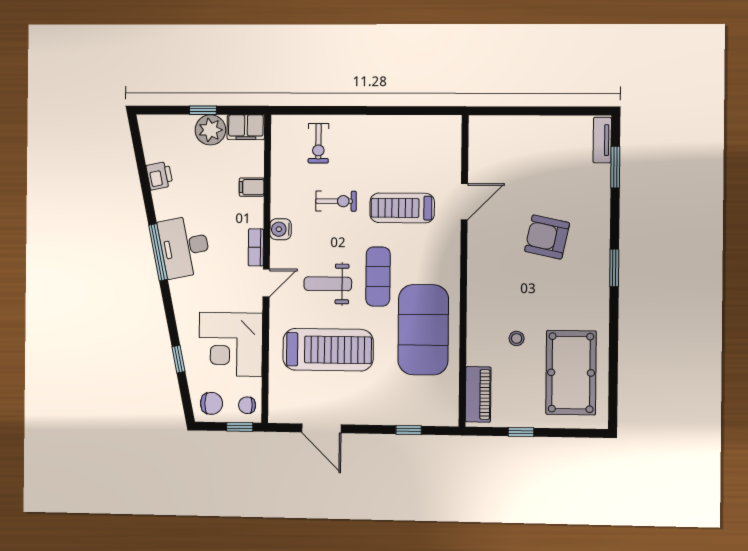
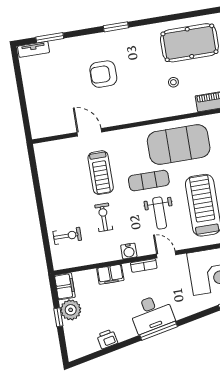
filing cabinet: (252, 187) -> (110, 274), width x2.00
armchair: (547, 237) -> (103, 74), turned 78

